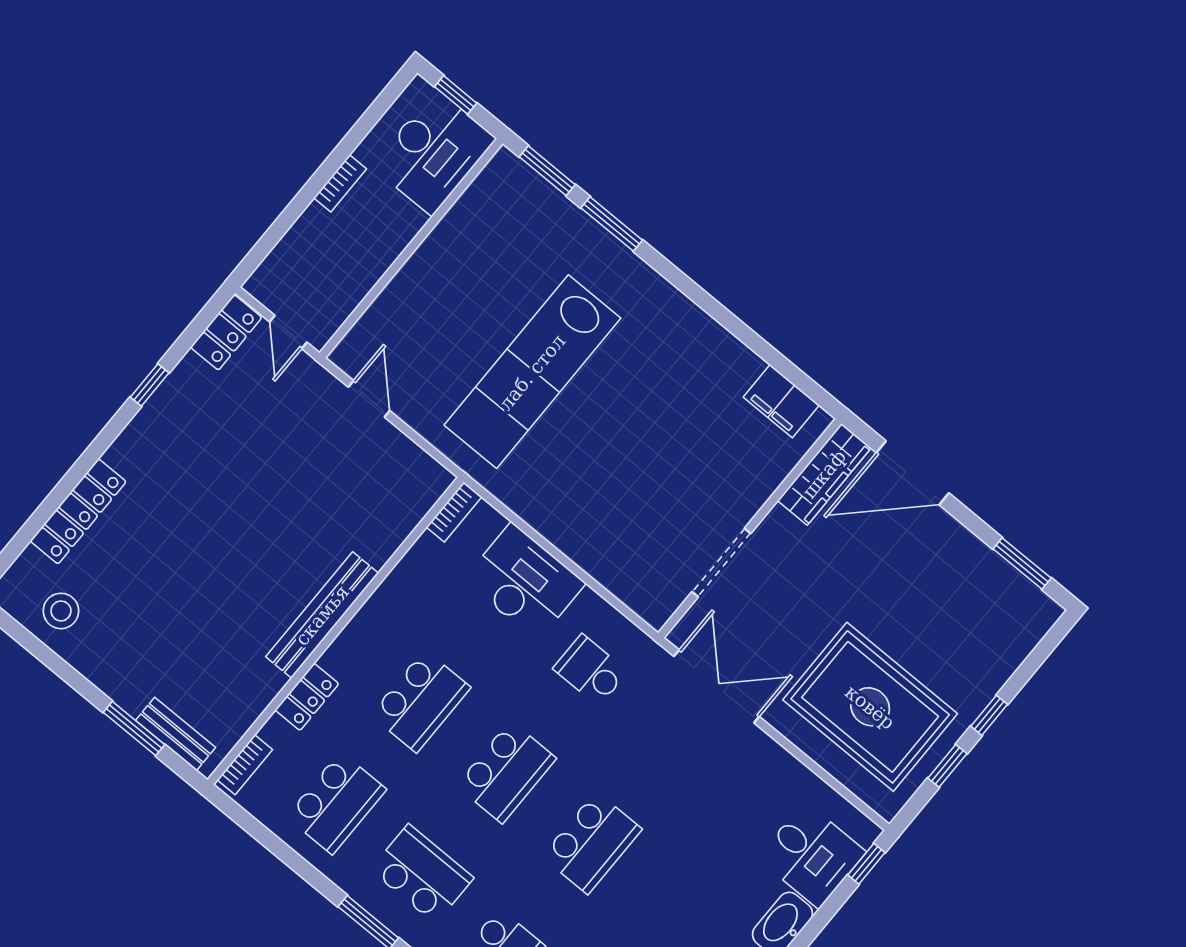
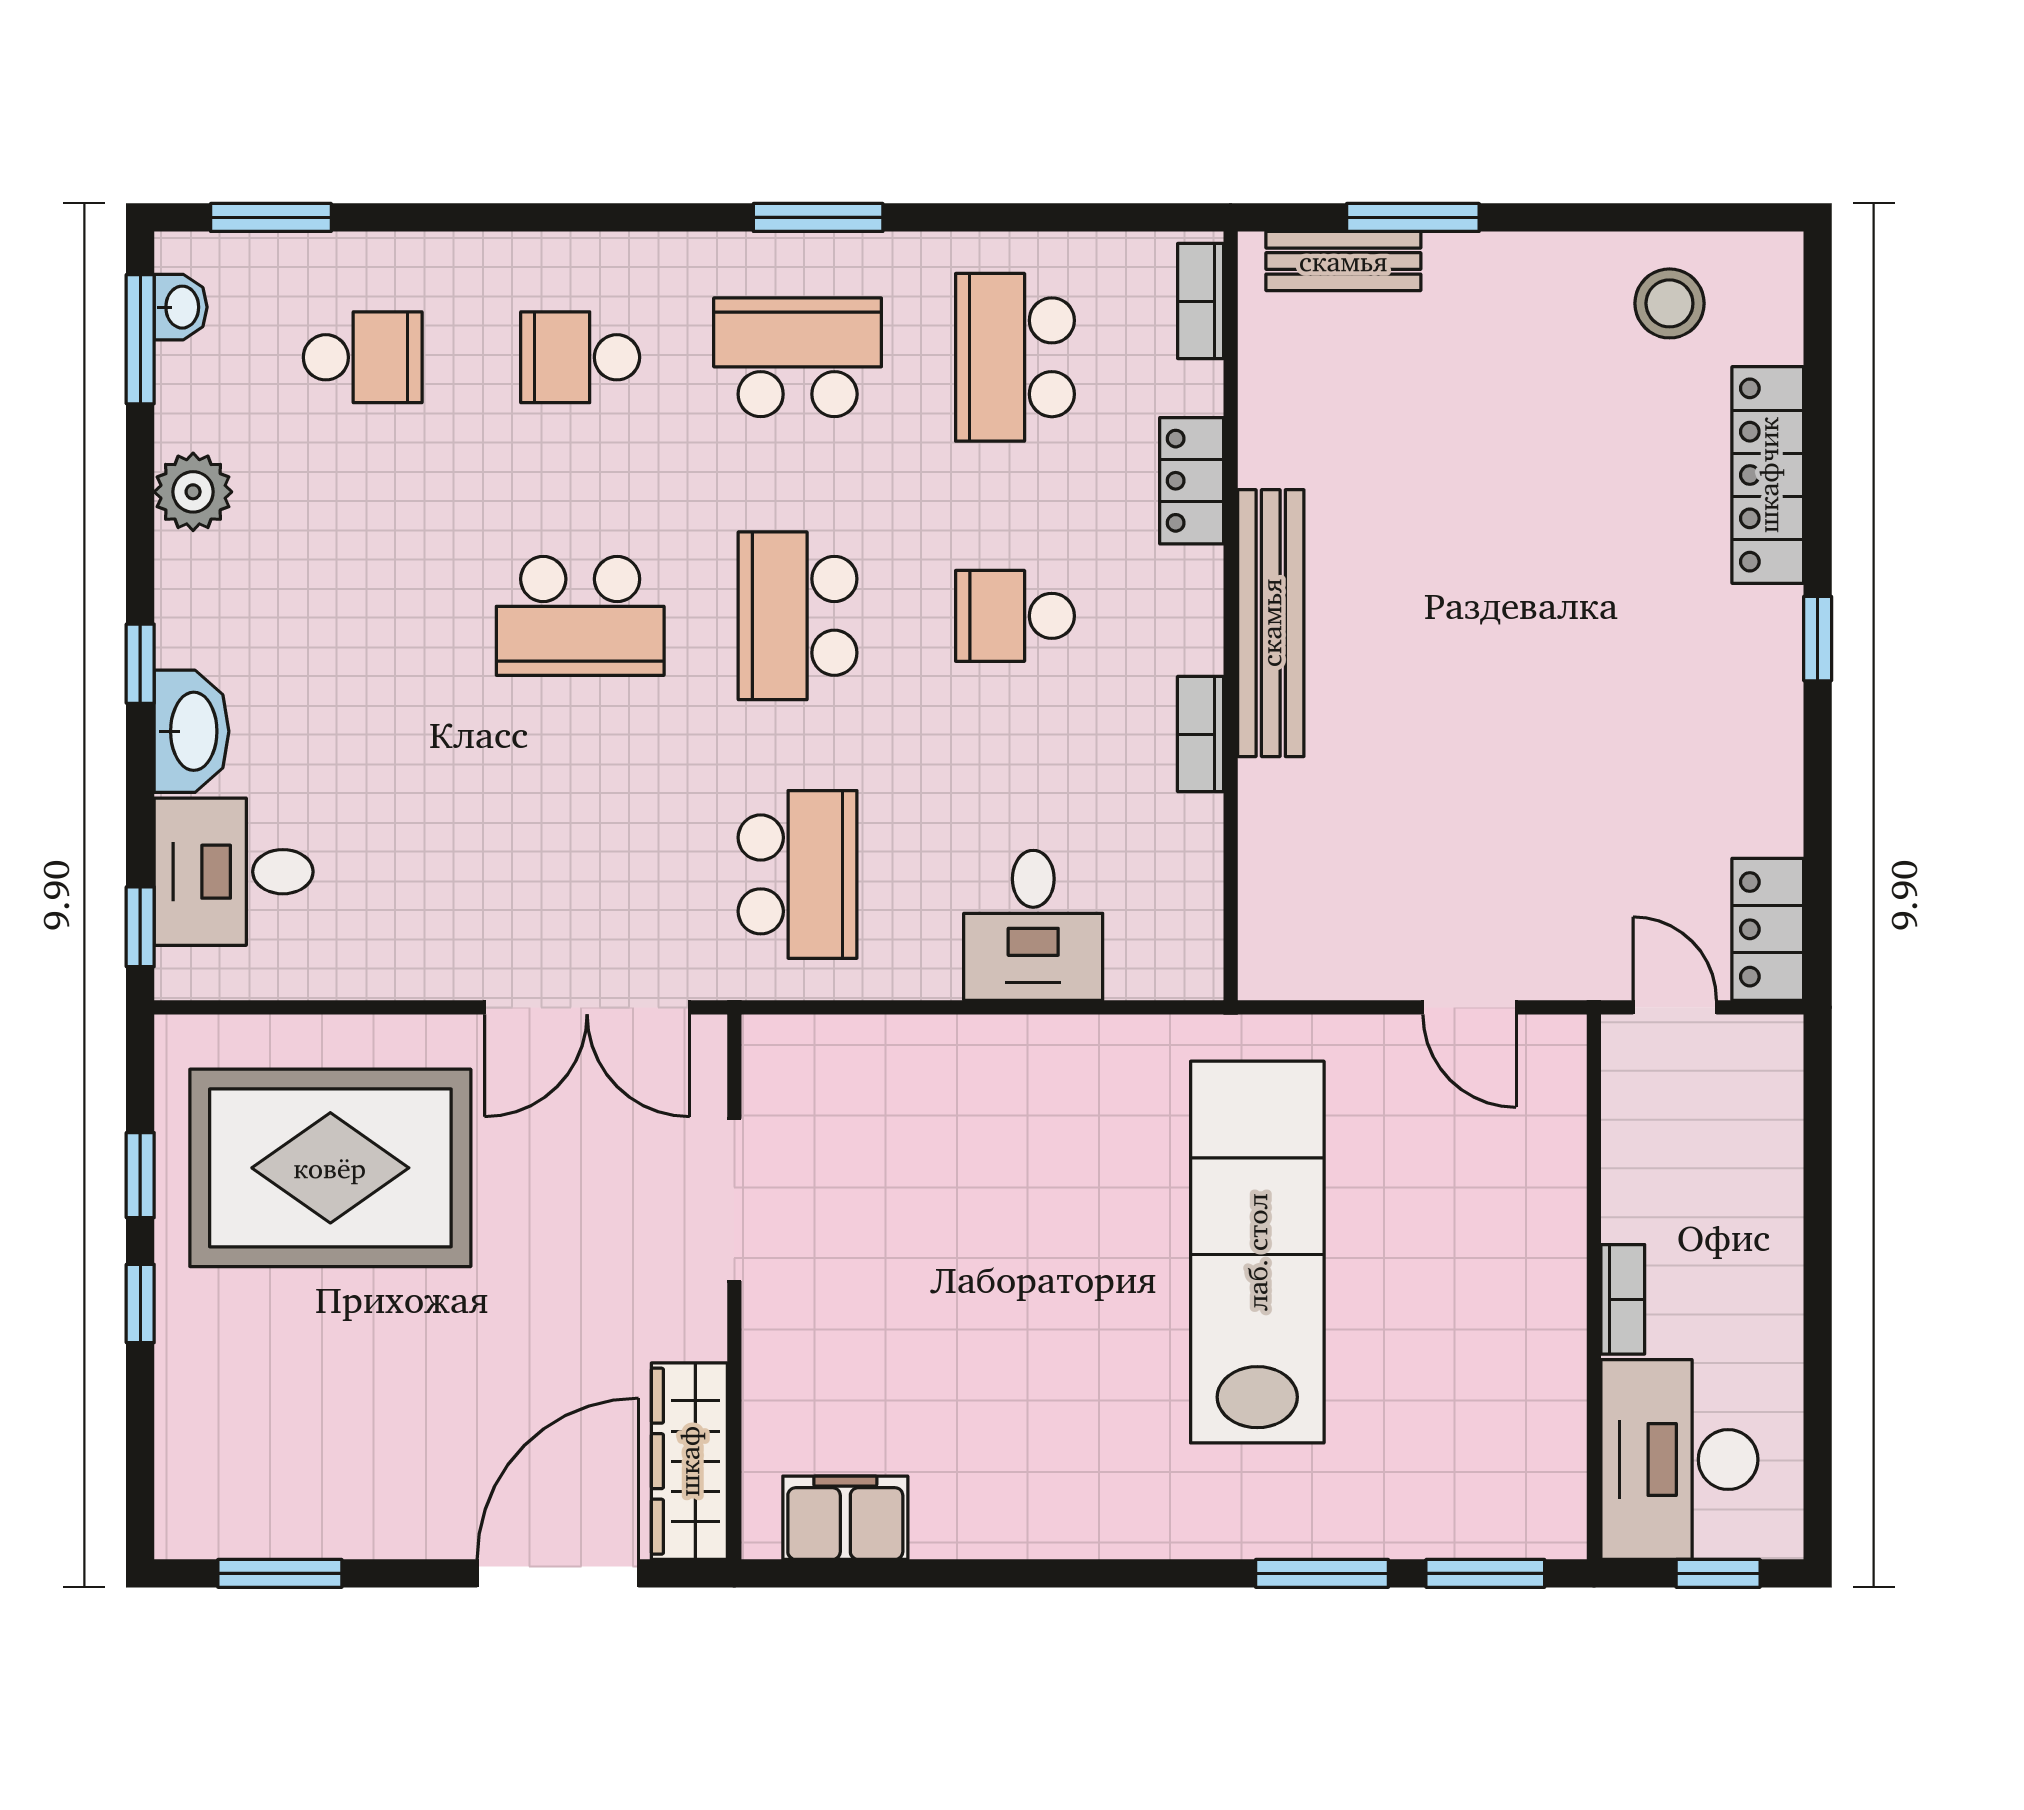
bookcase: (340, 183) -> (1623, 1299), moved, turned 180
window: (150, 385) -> (1818, 639), moved
bookcase: (454, 512) -> (1200, 734), moved
desk: (524, 582) -> (1033, 925), width x0.73
school desk: (590, 670) -> (798, 874), width x1.85
school desk: (421, 701) -> (1015, 616), width x0.54
school desk: (592, 843) -> (580, 616), turned -90
school desk: (422, 874) -> (798, 357), turned 180

